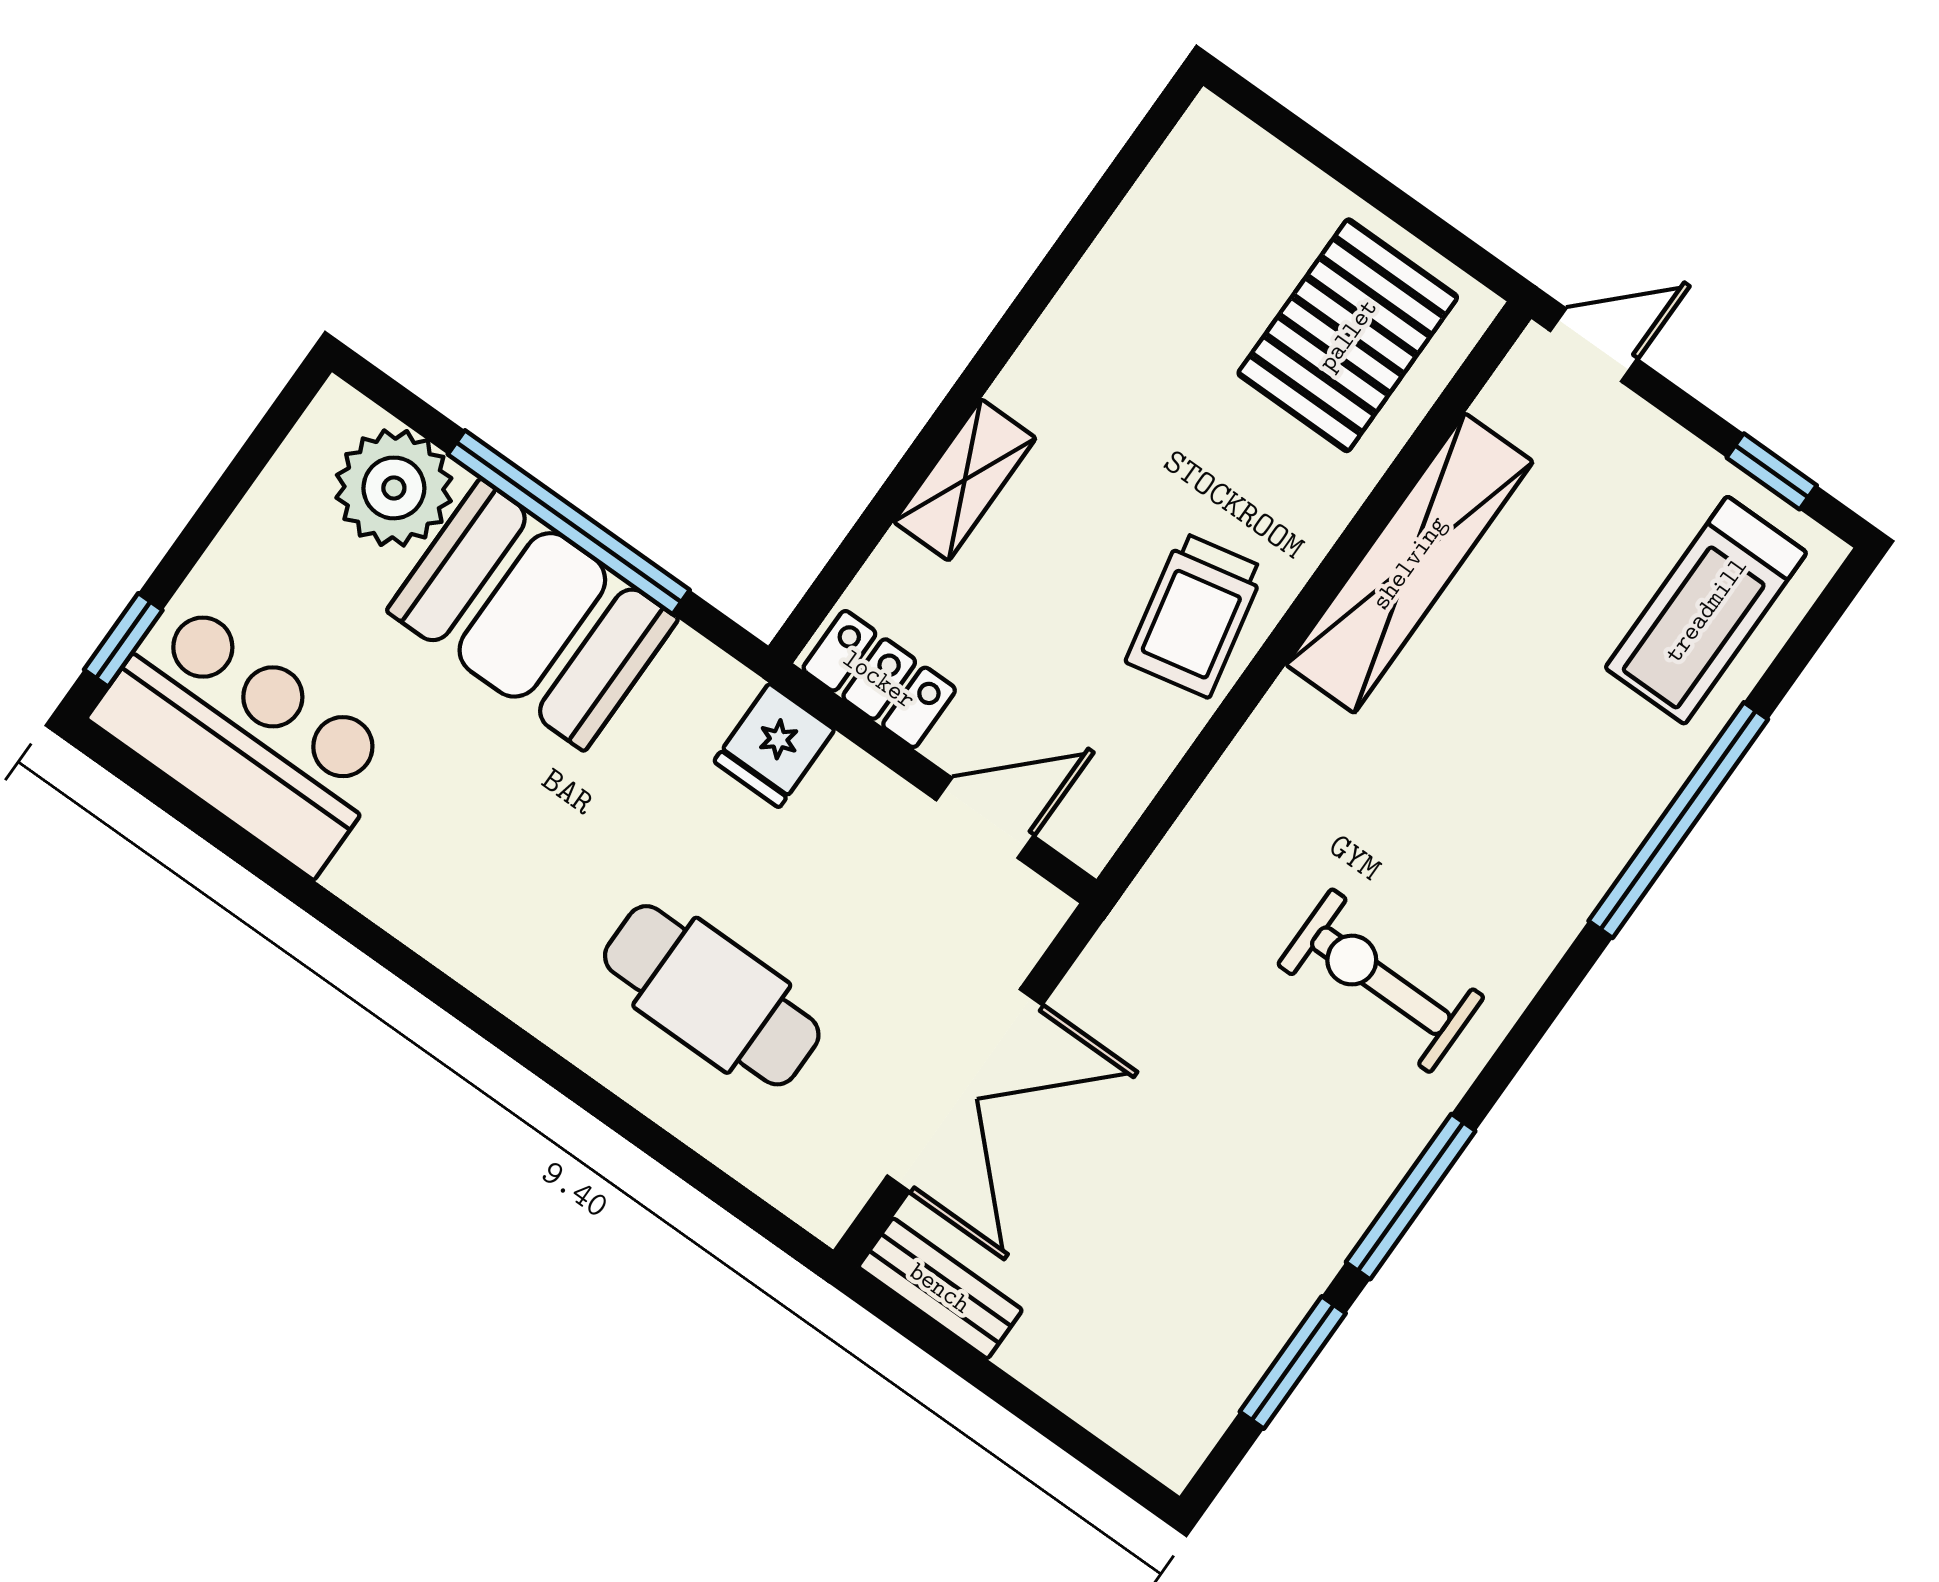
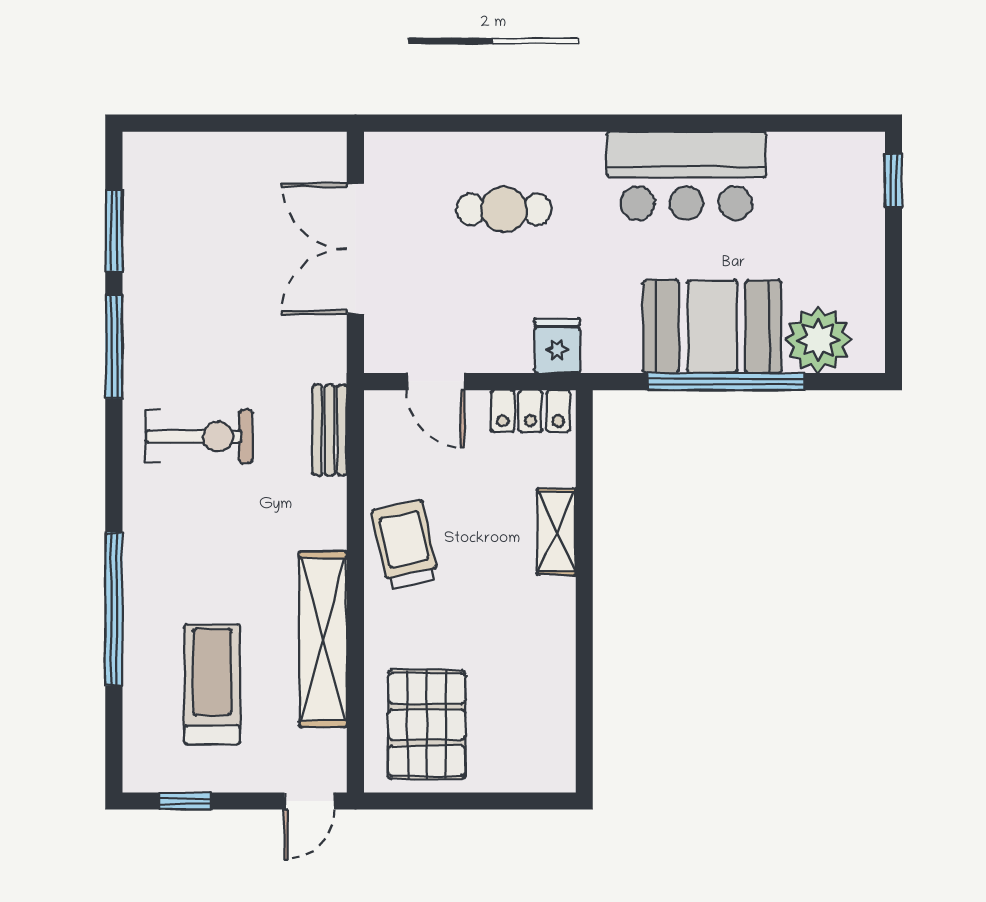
treadmill: (1706, 610) -> (212, 684), moved
bar counter: (245, 736) -> (686, 176), moved
door: (985, 818) -> (436, 382), hinge flipped
cafe table: (712, 995) -> (504, 209), width x0.73, depth x0.74
bench: (940, 1288) -> (330, 430), moved, turned 90

